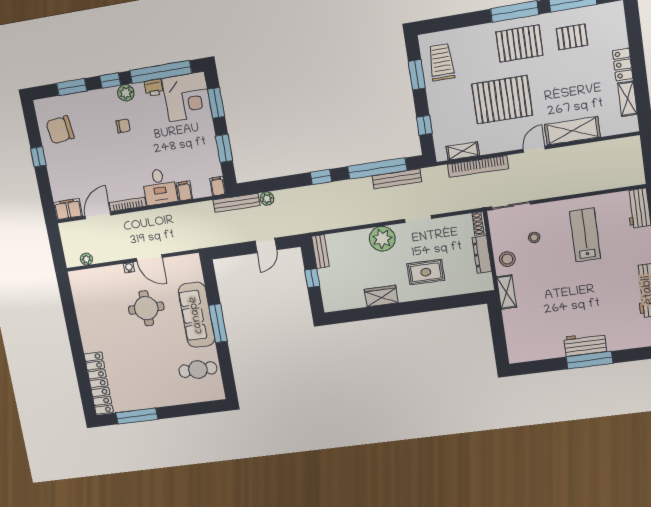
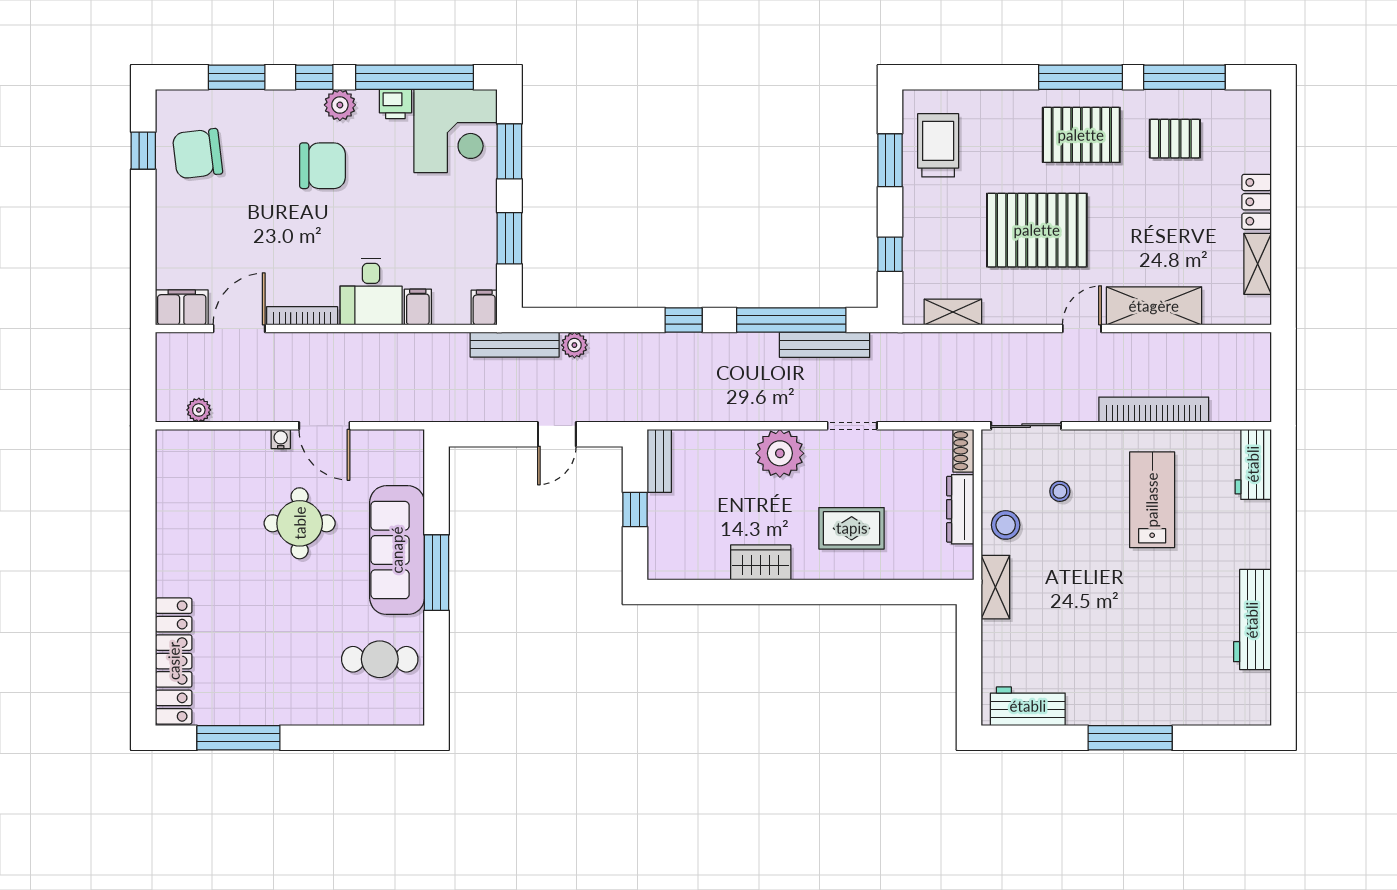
chair: (123, 126) -> (322, 166), width x1.87, depth x1.87
window: (38, 157) -> (143, 151), moved
bookcase: (478, 166) -> (1154, 410), moved, turned 180
workbench: (585, 344) -> (1028, 706), moved

